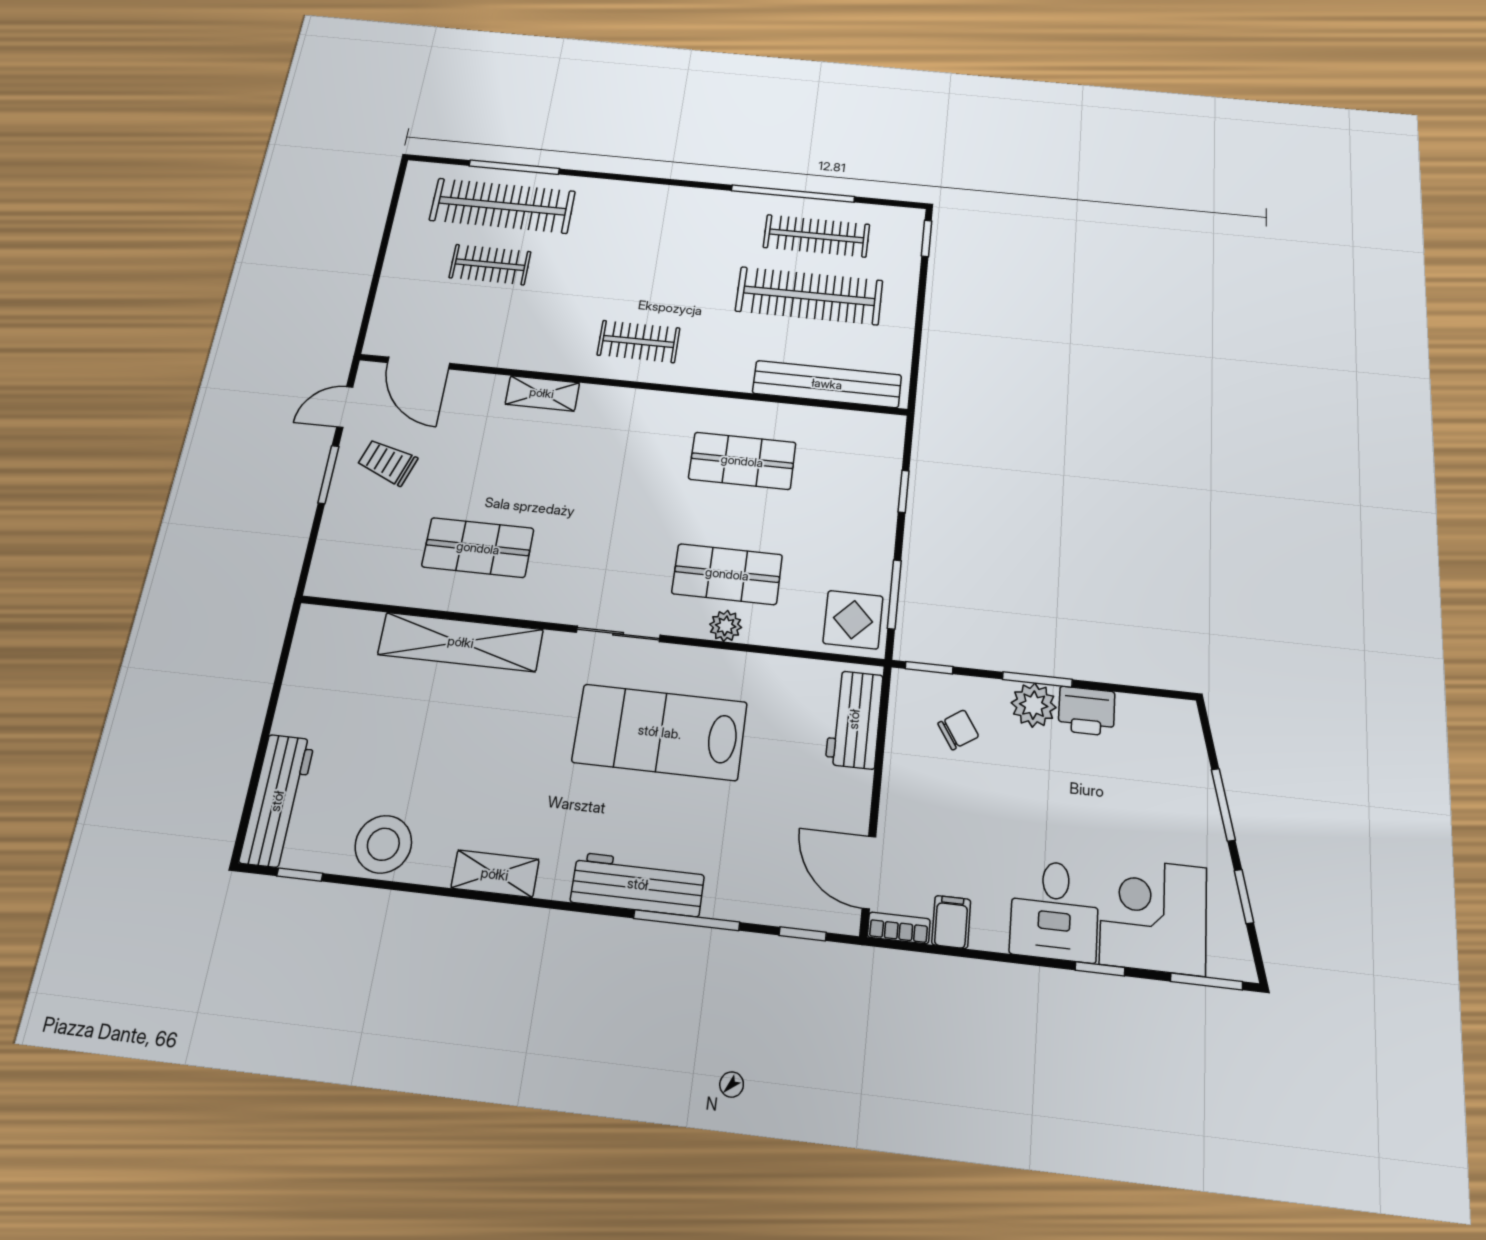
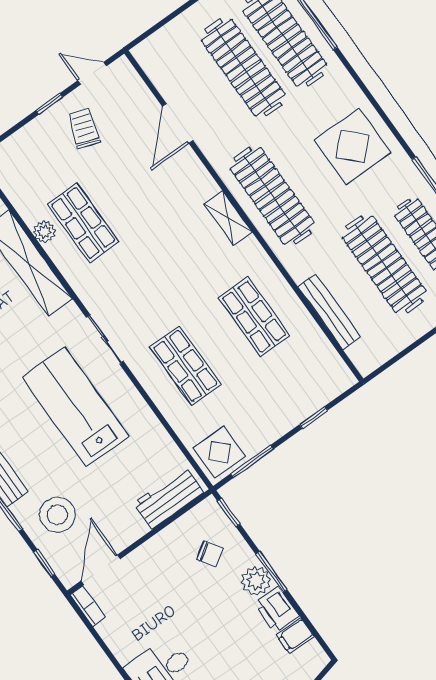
display table: (666, 231) -> (352, 146), added
clothes rail: (490, 265) -> (243, 67), width x1.86, depth x1.31
clothes rail: (639, 342) -> (272, 196), width x1.86, depth x1.31
door: (419, 363) -> (178, 123), moved
bench: (827, 384) -> (329, 312), width x0.73, depth x0.82
shelving: (542, 393) -> (228, 218), moved
window: (328, 475) -> (49, 104), width x0.67
plant: (726, 626) -> (44, 232), moved
stool: (761, 865) -> (57, 515), added
filing cabinet: (951, 922) -> (295, 636), moved, turned 180

